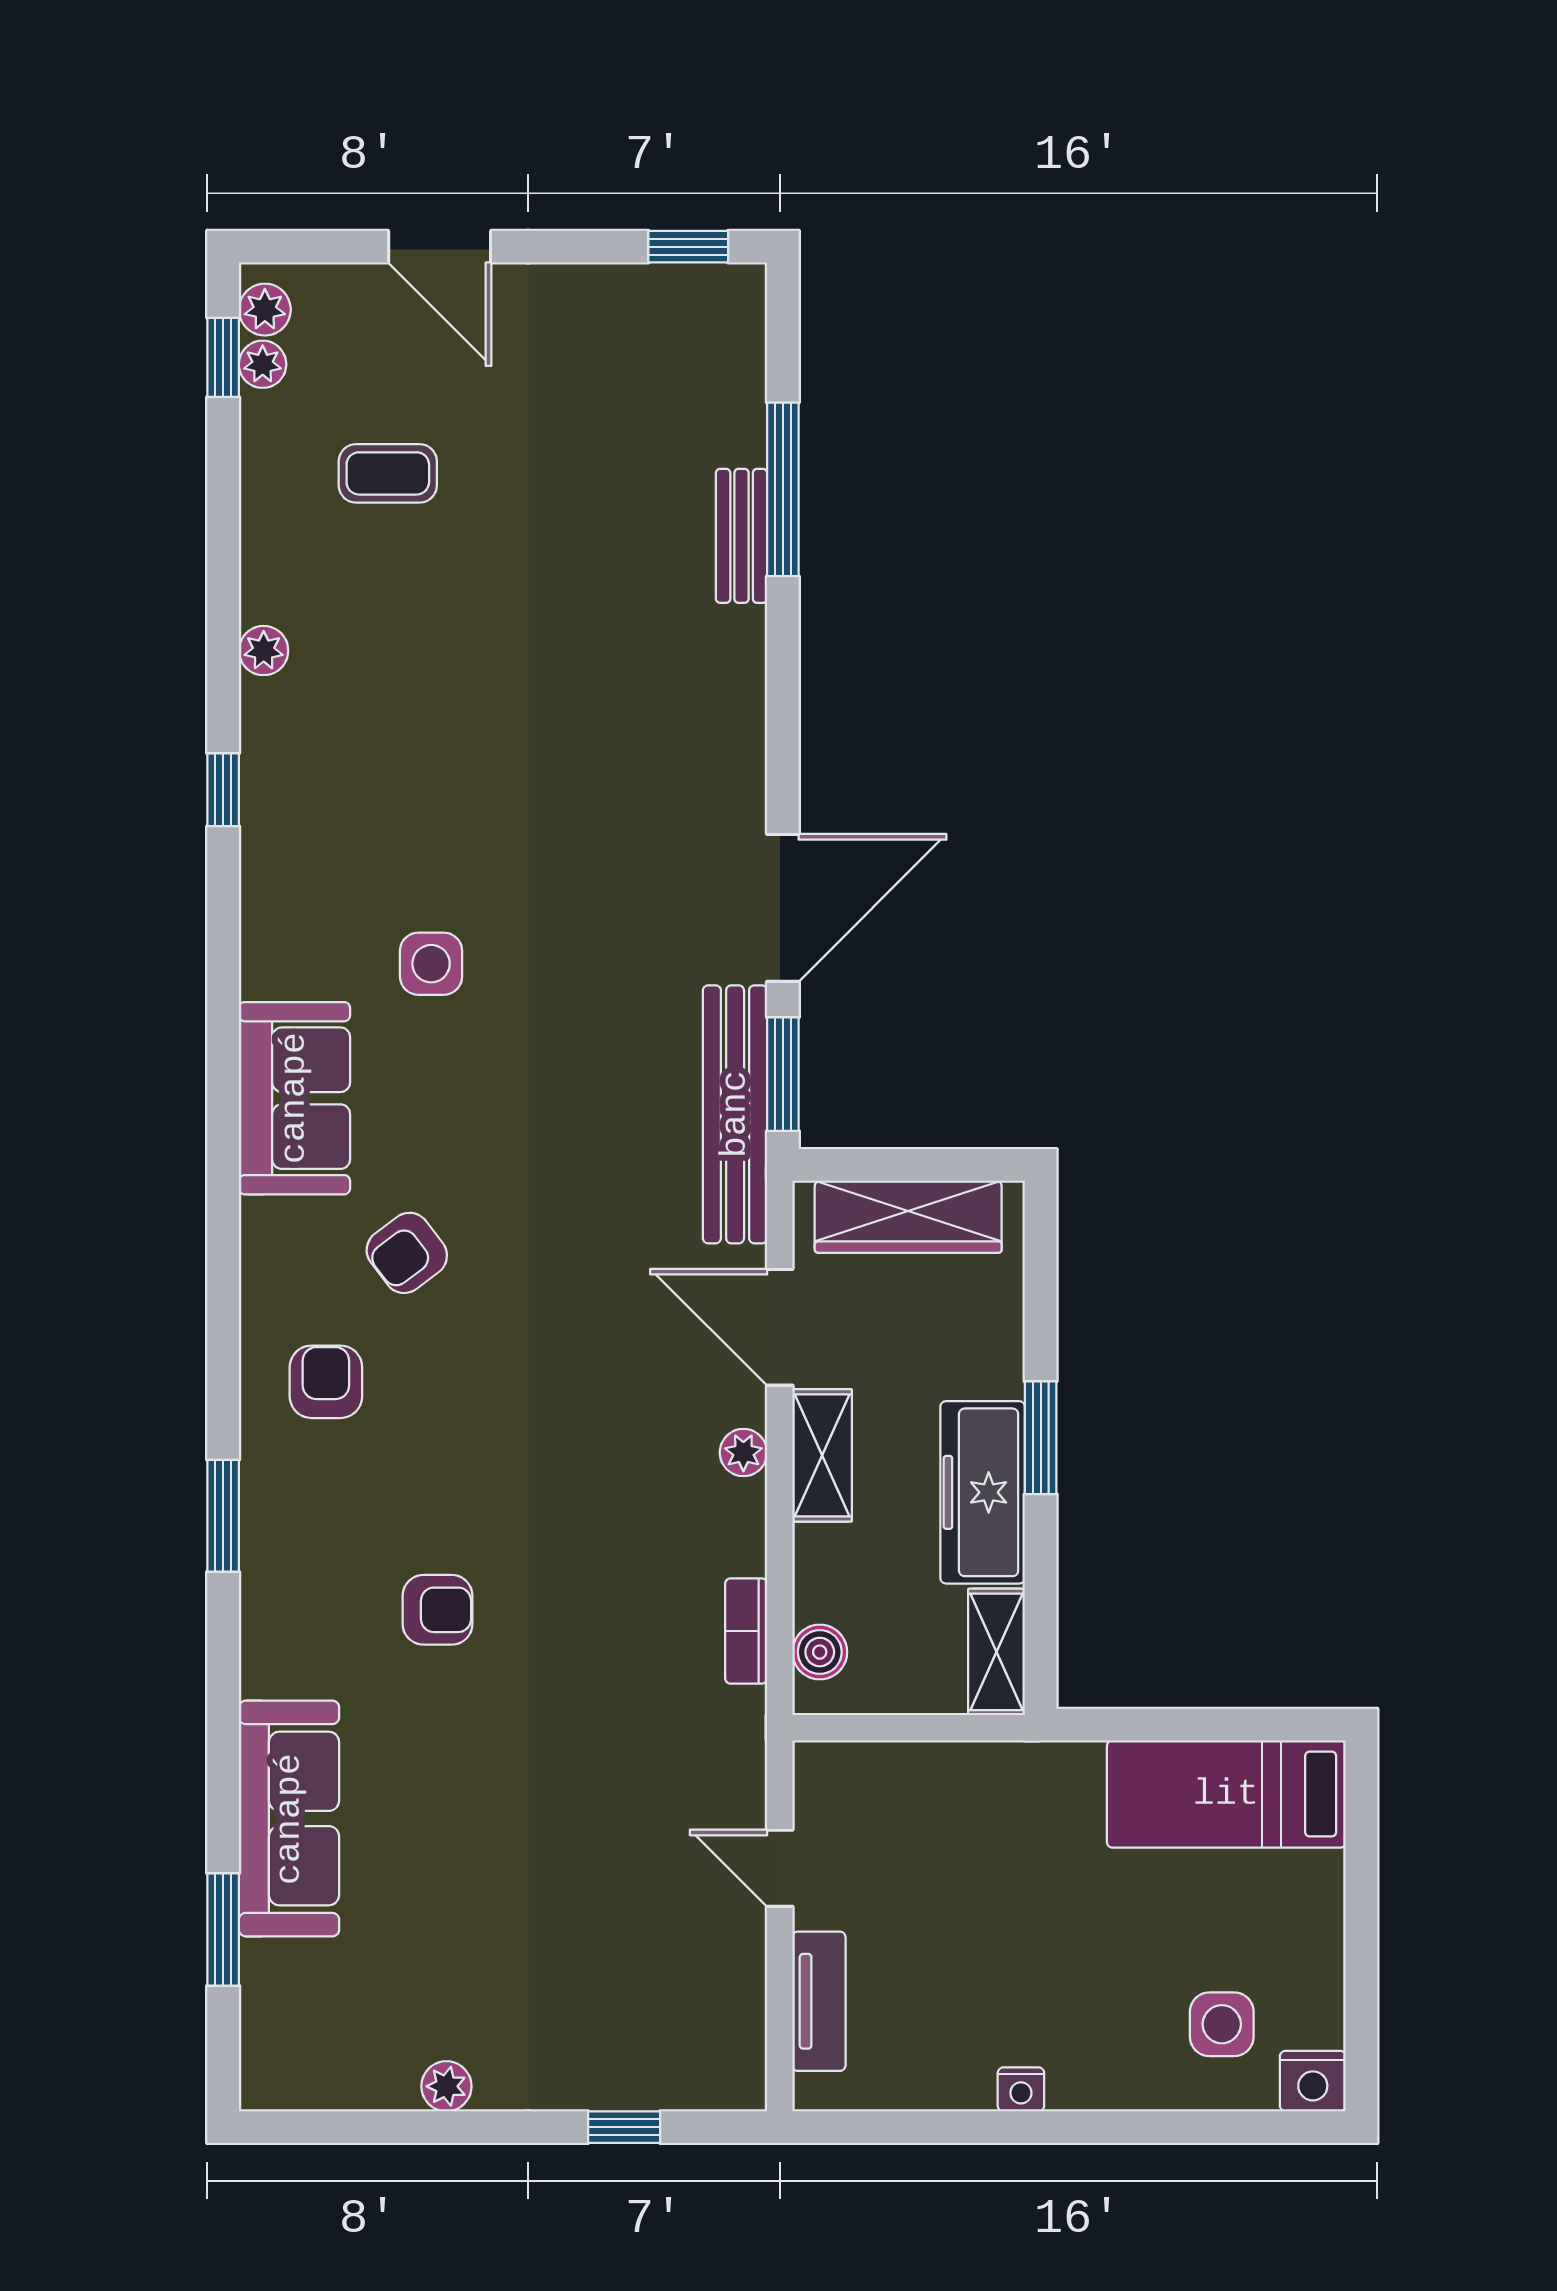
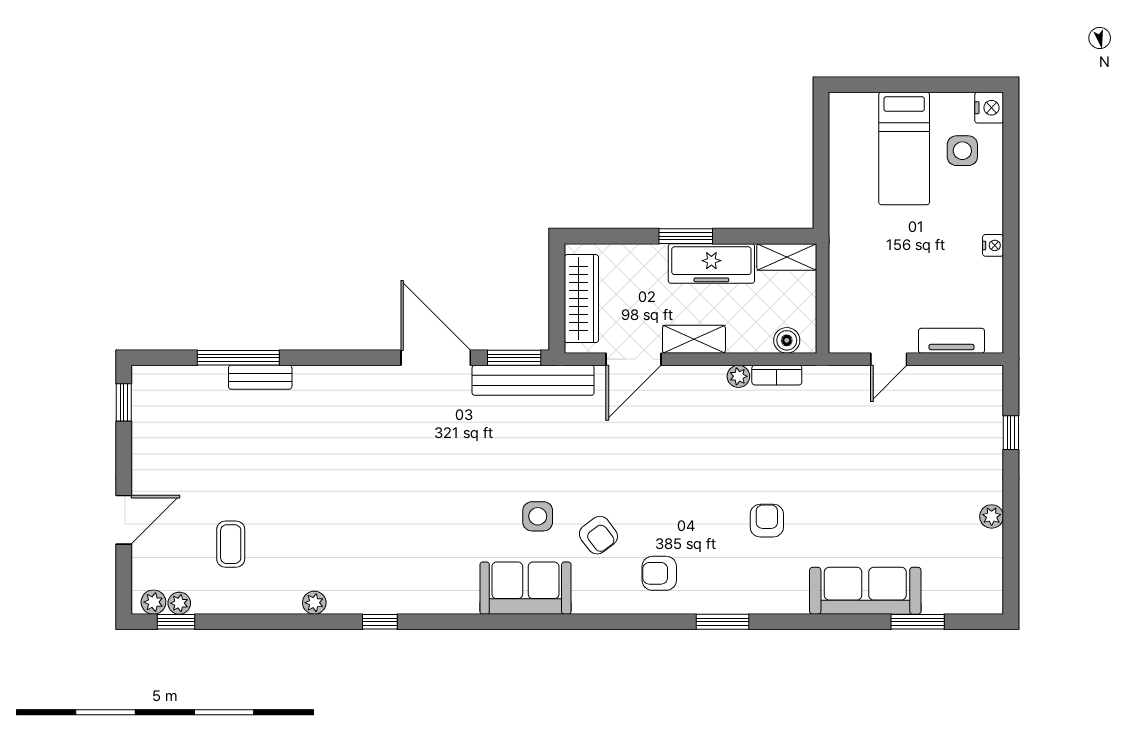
side table: (431, 964) -> (538, 516), moved
plant: (743, 1453) -> (738, 376), moved
bed: (1226, 1794) -> (904, 149), moved

